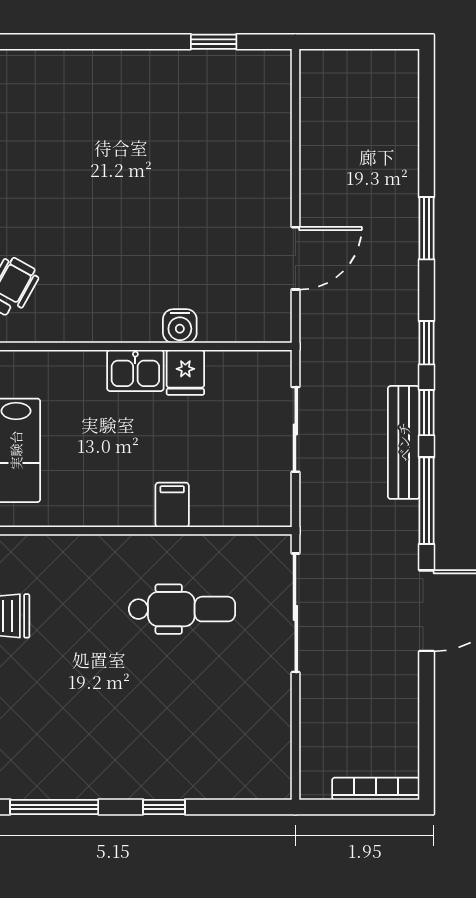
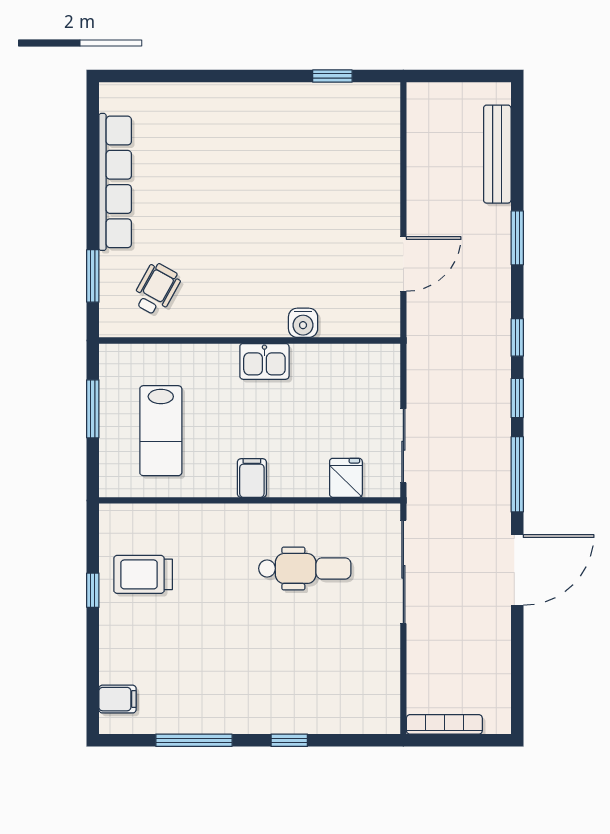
fridge: (185, 372) -> (346, 478), moved, turned 180
sliding door: (295, 429) -> (403, 446), moved
bench: (404, 442) -> (497, 154), moved
filing cabinet: (172, 505) -> (252, 478), moved
bookcase: (376, 789) -> (444, 724), moved

